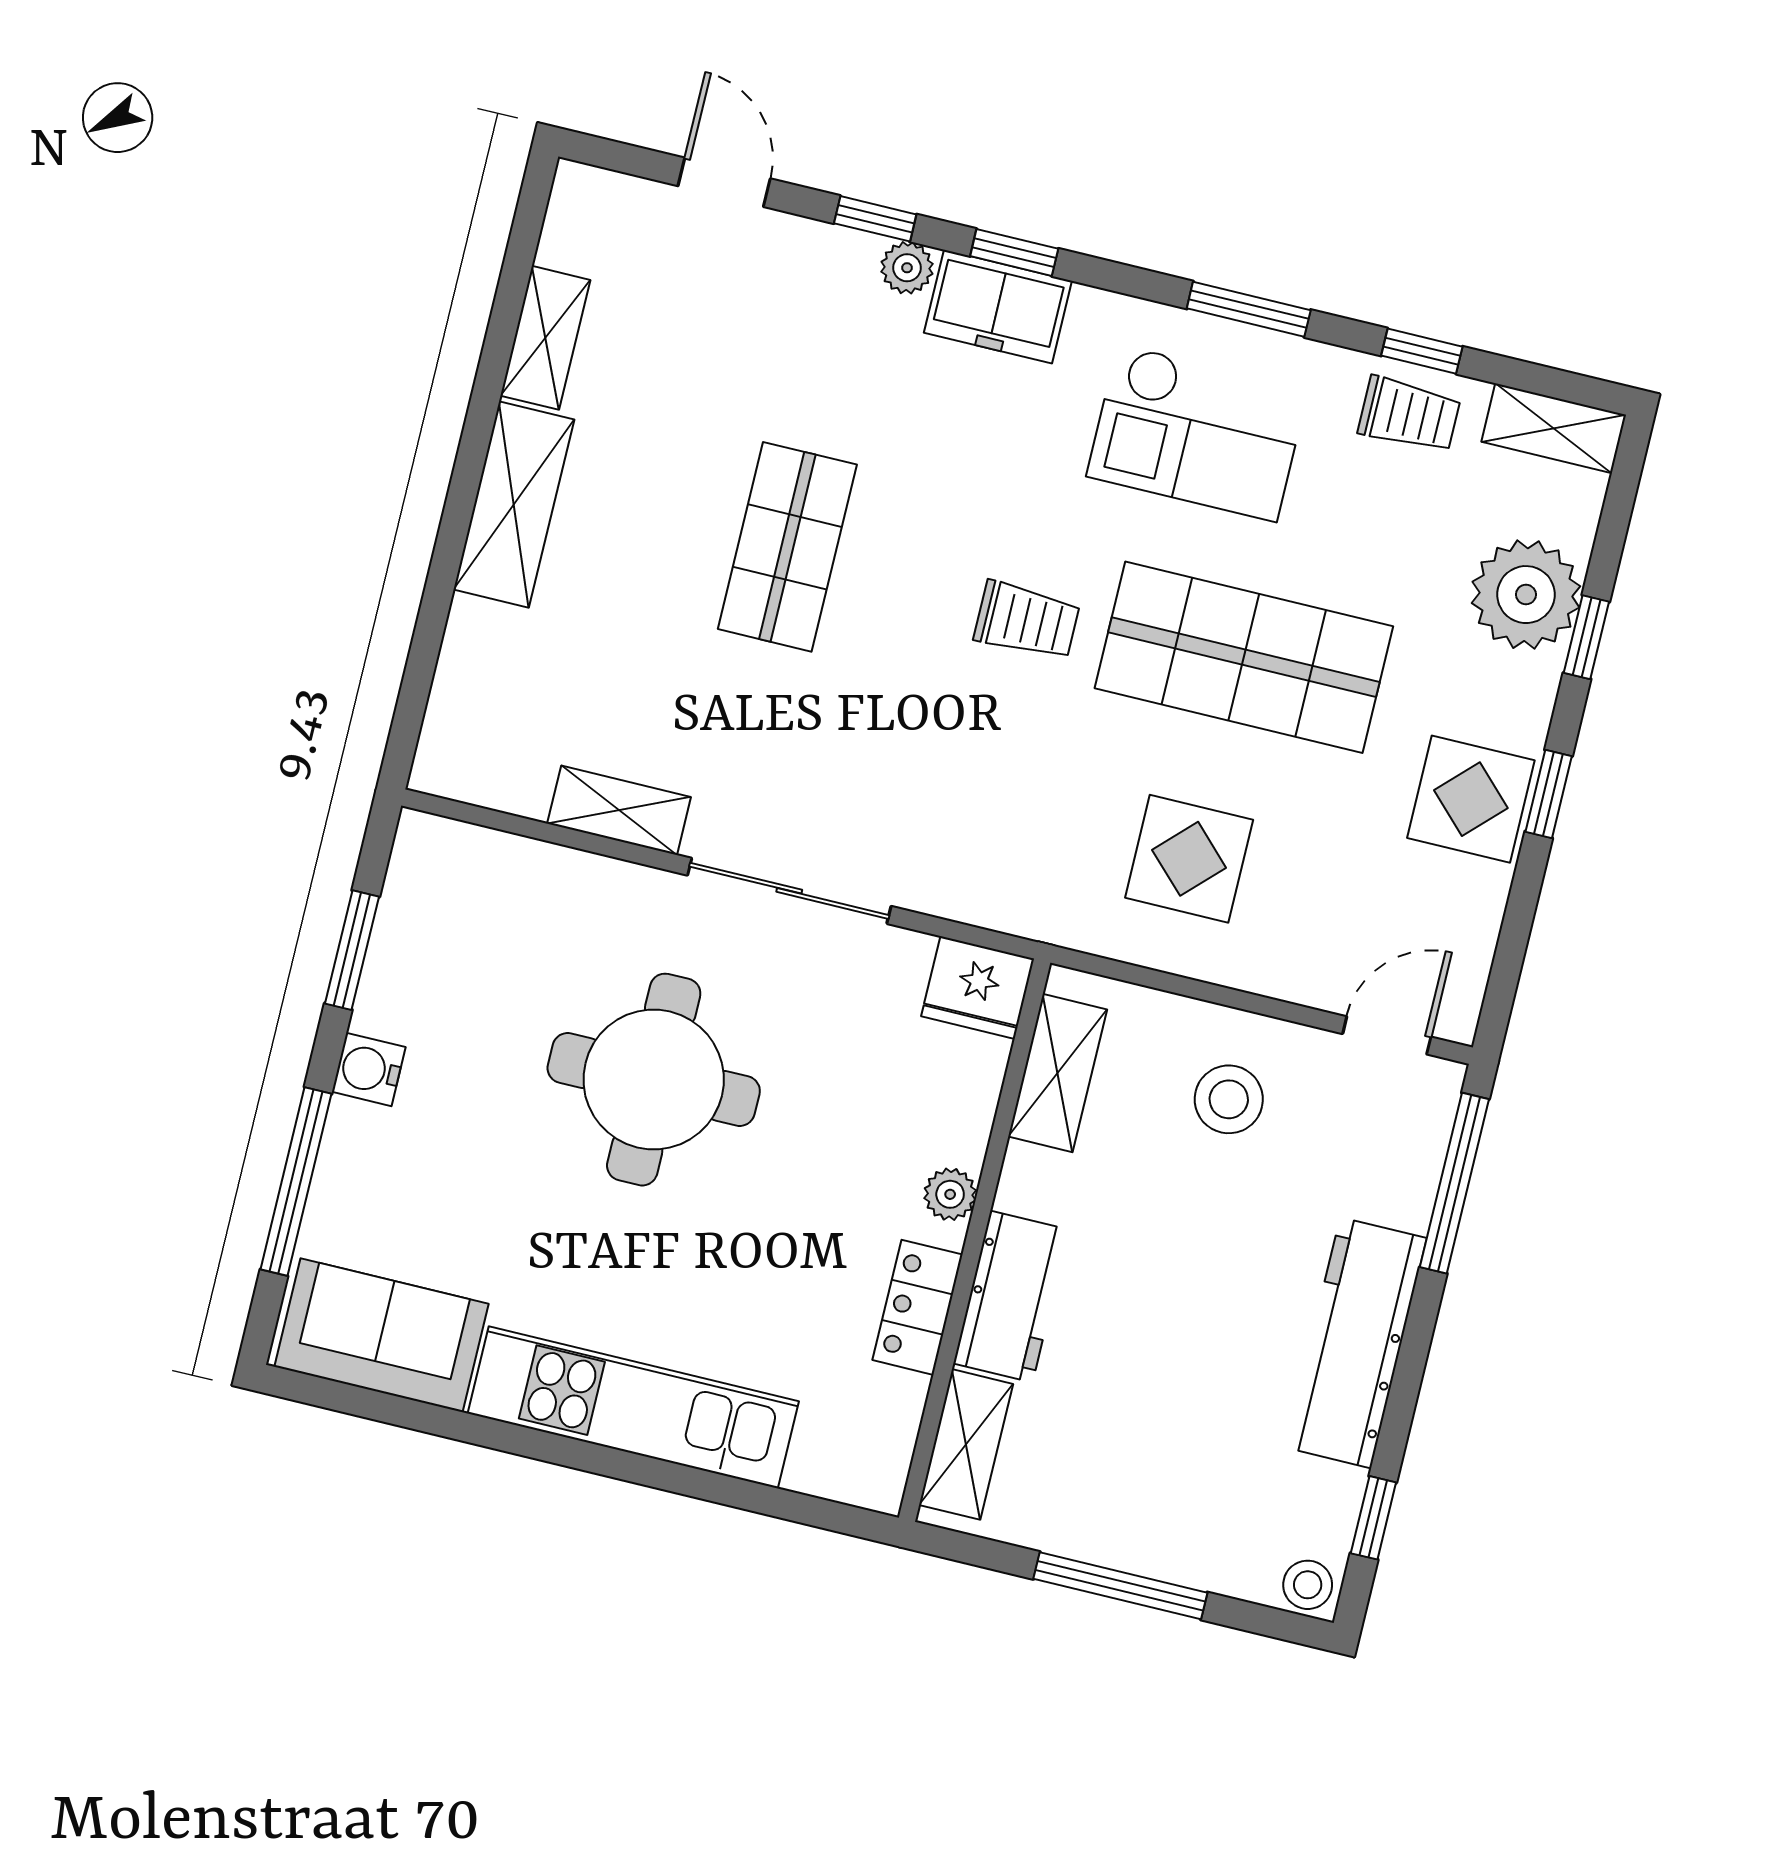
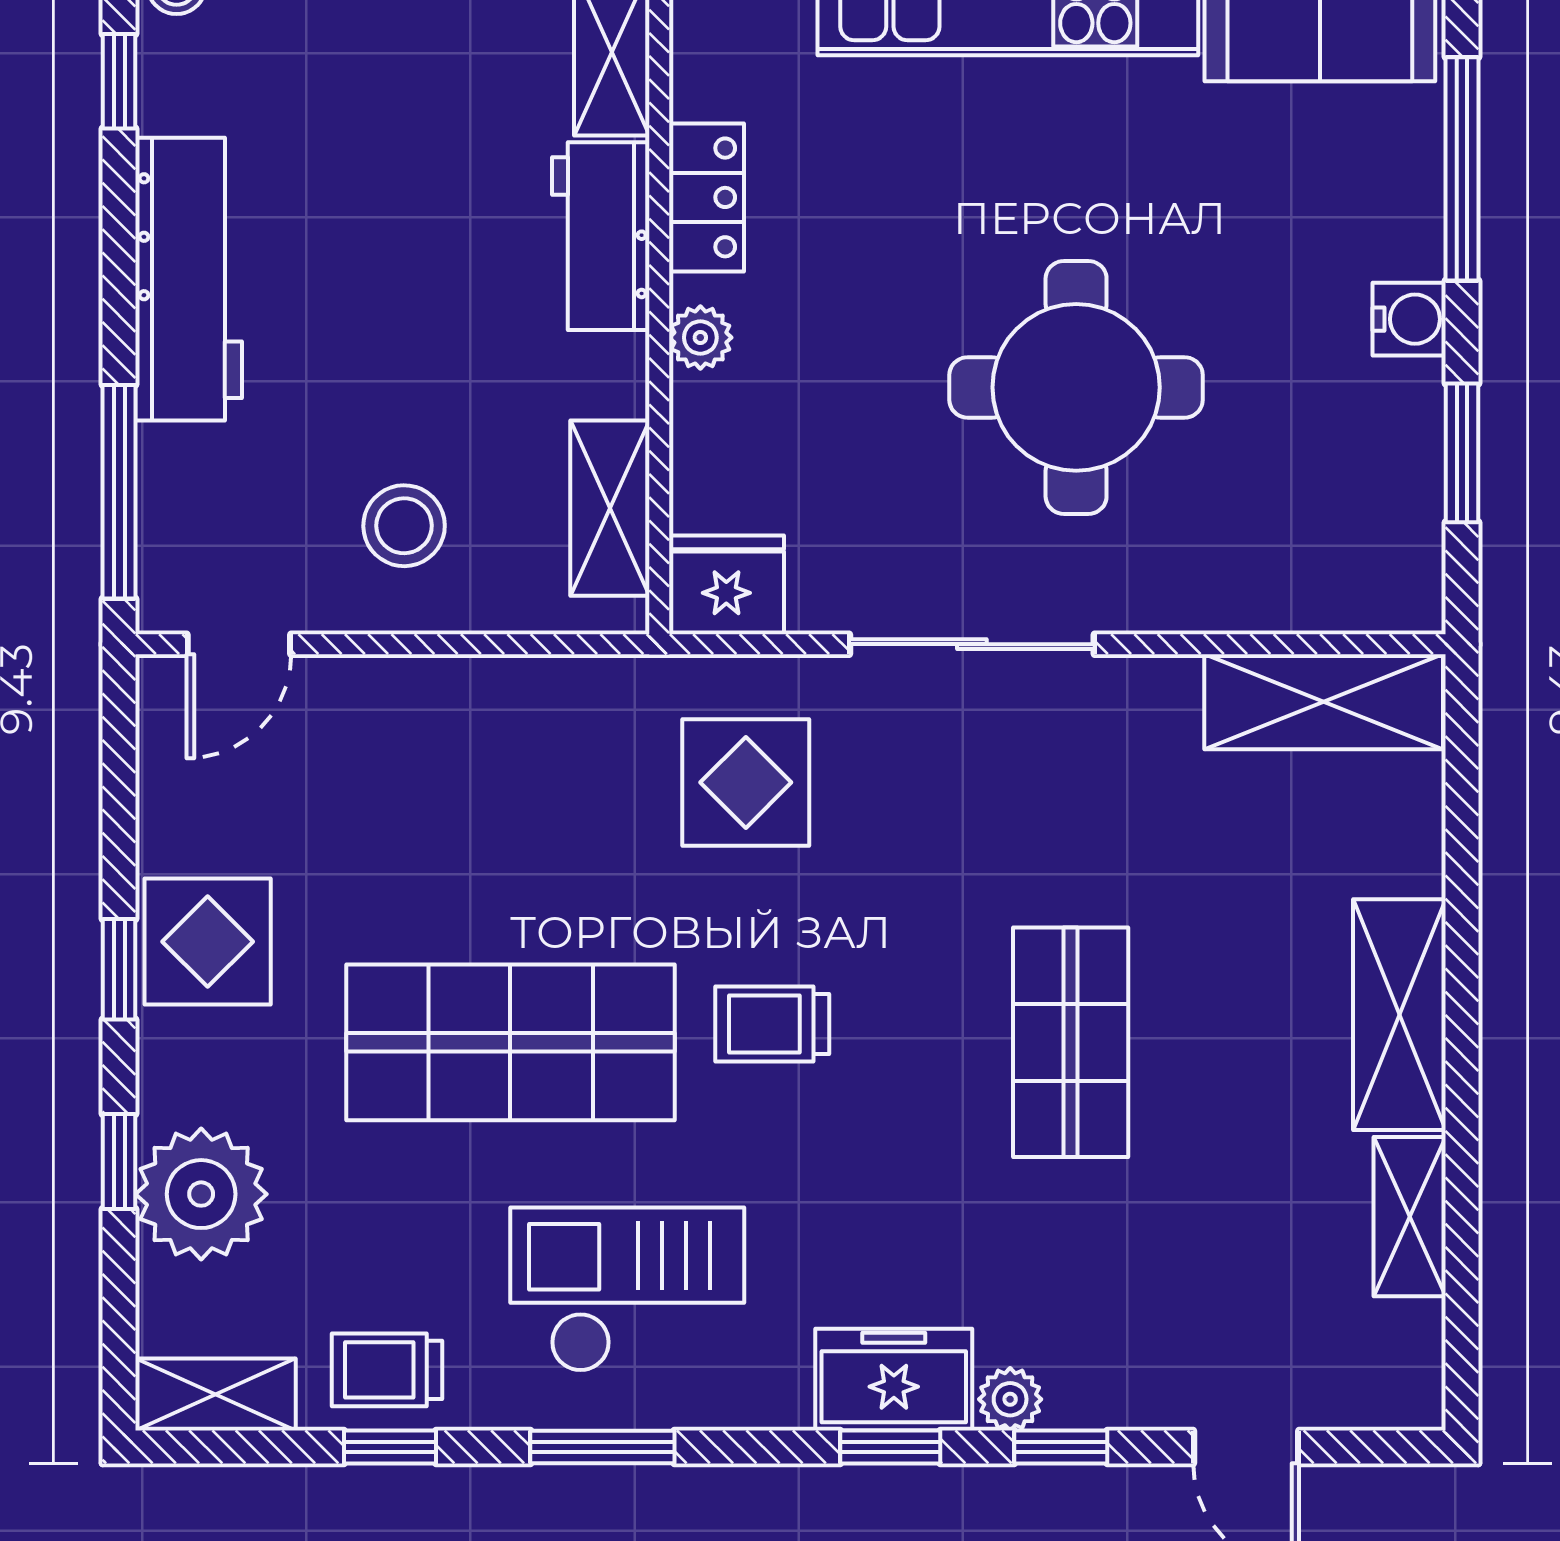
shelving: (619, 810) -> (1324, 702), moved, width x1.50, depth x1.33
display table: (1189, 859) -> (746, 782), moved

